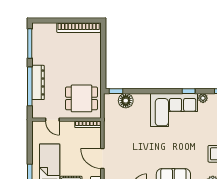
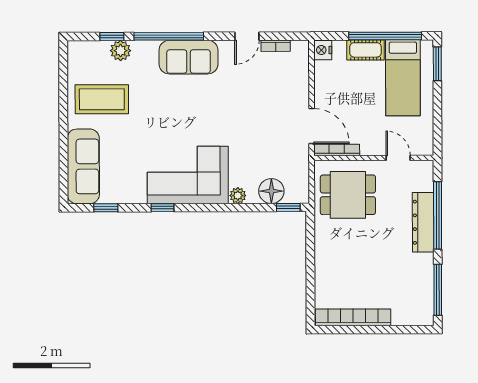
plant: (203, 98) -> (238, 196), moved
door: (102, 158) -> (312, 126), moved

